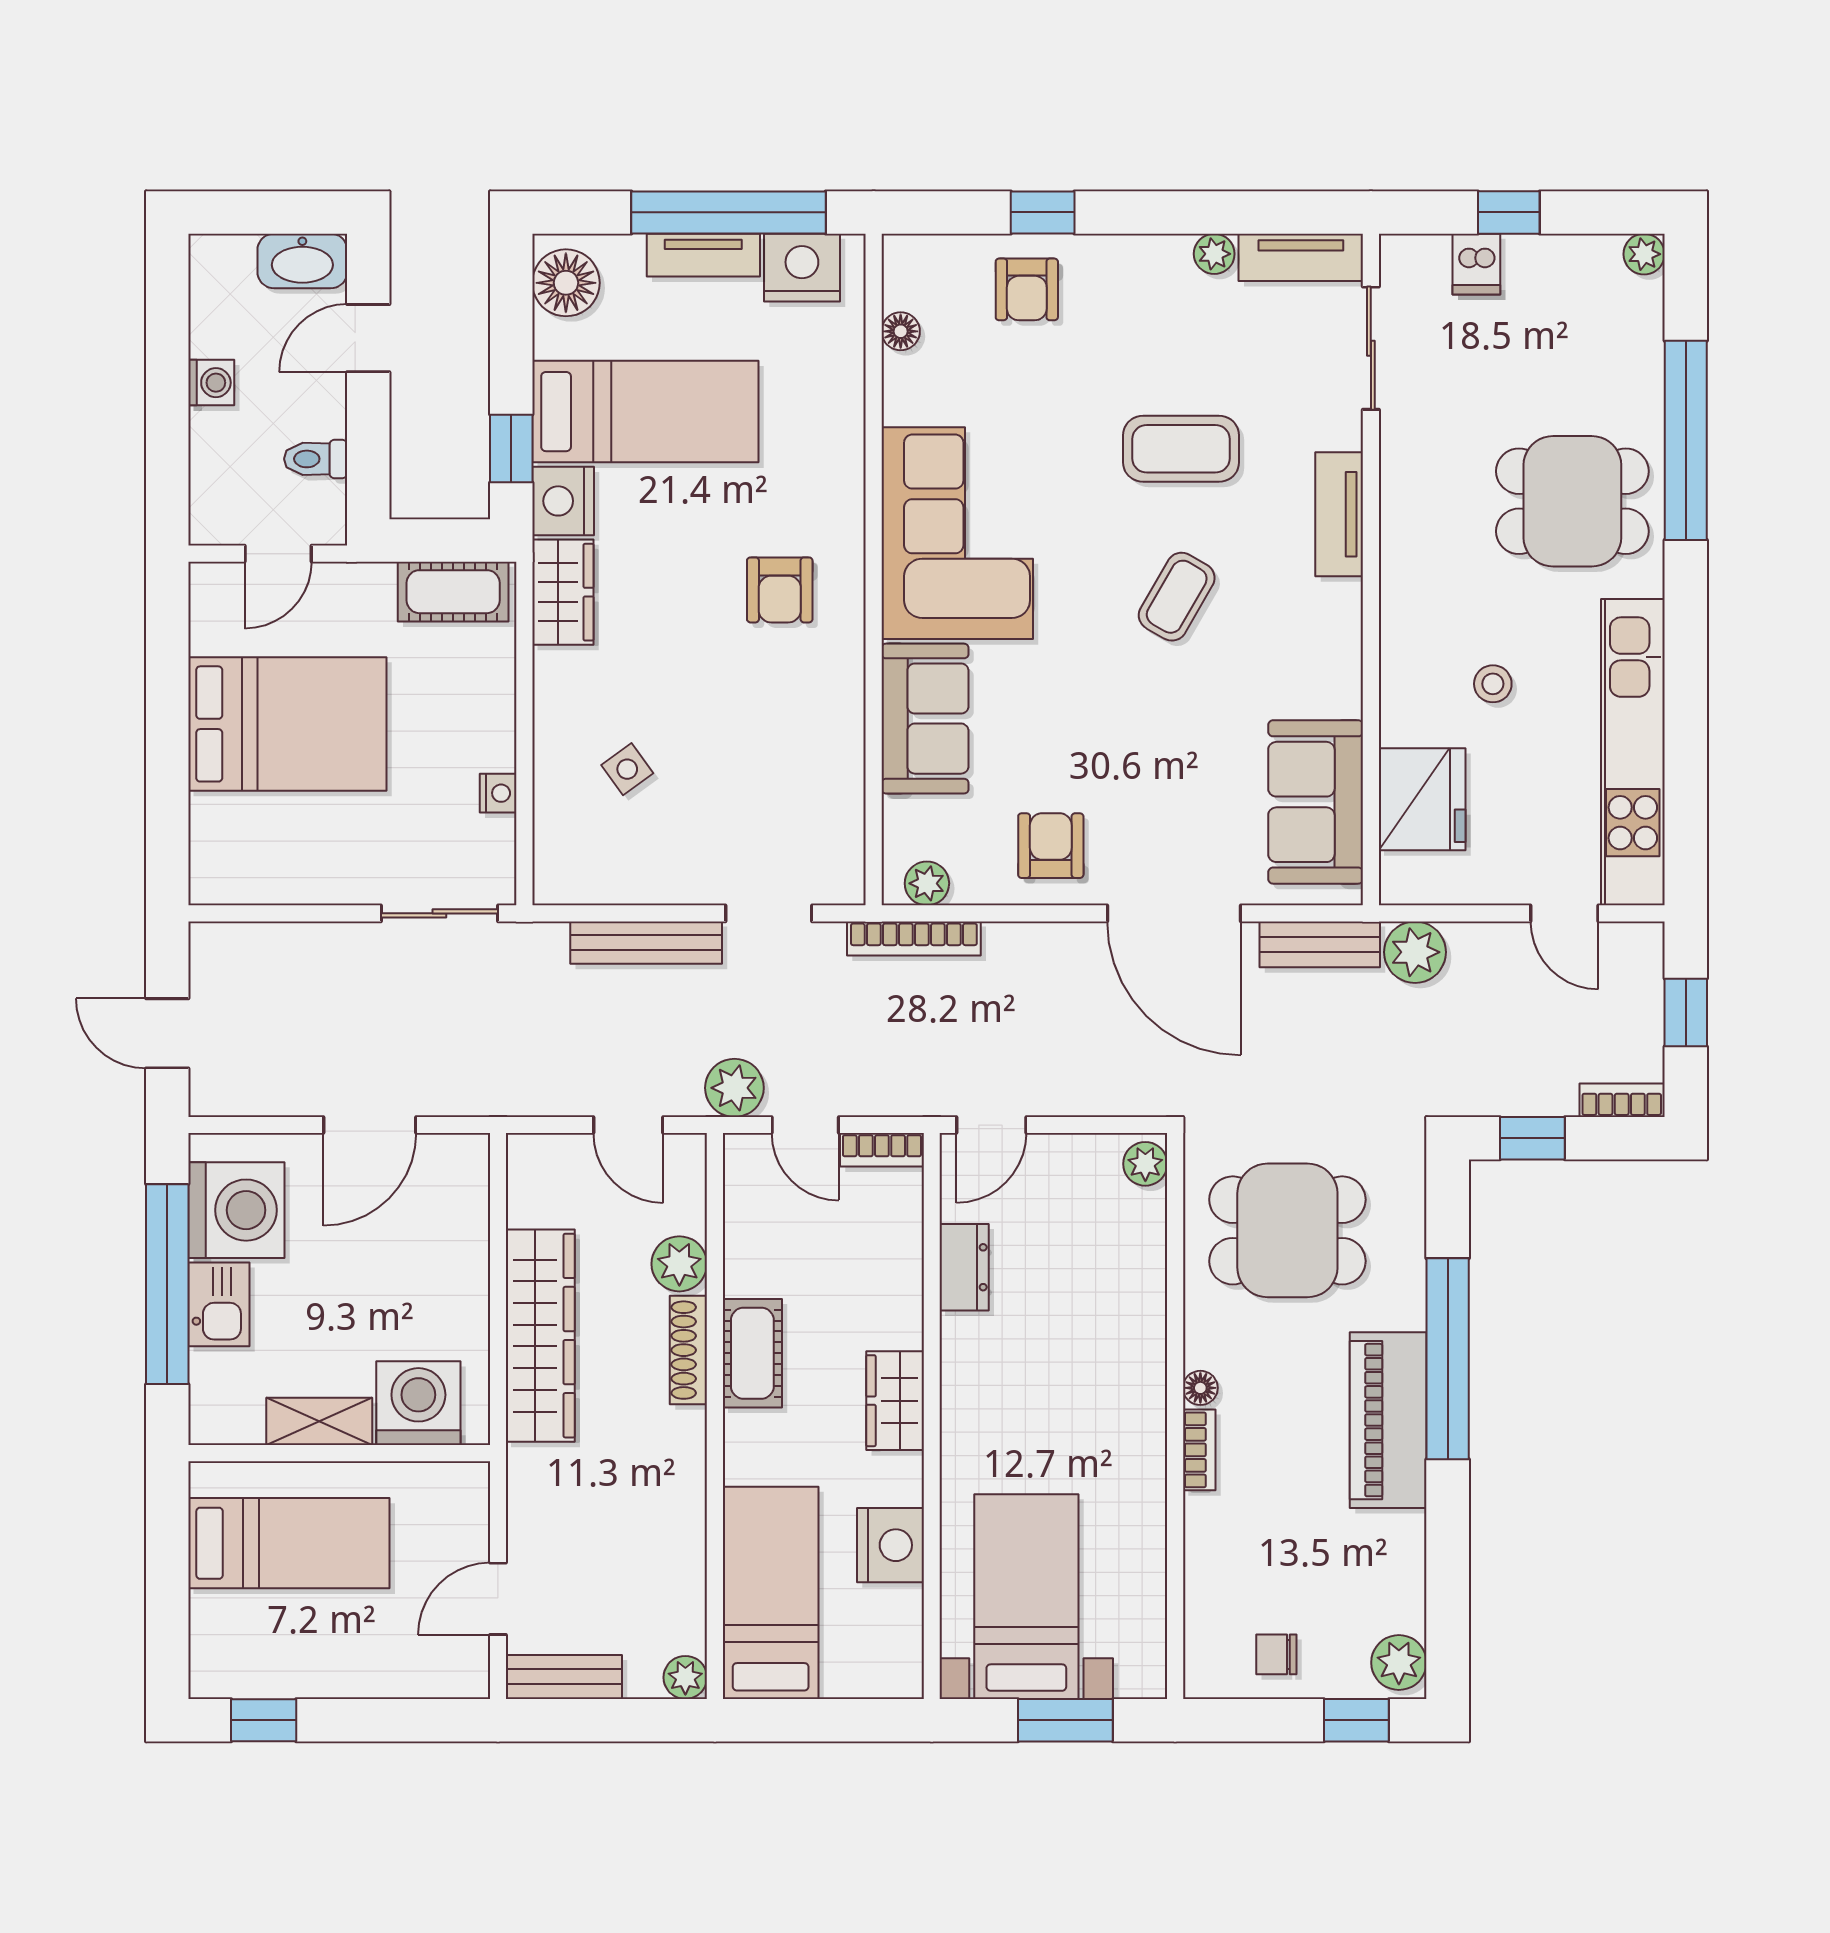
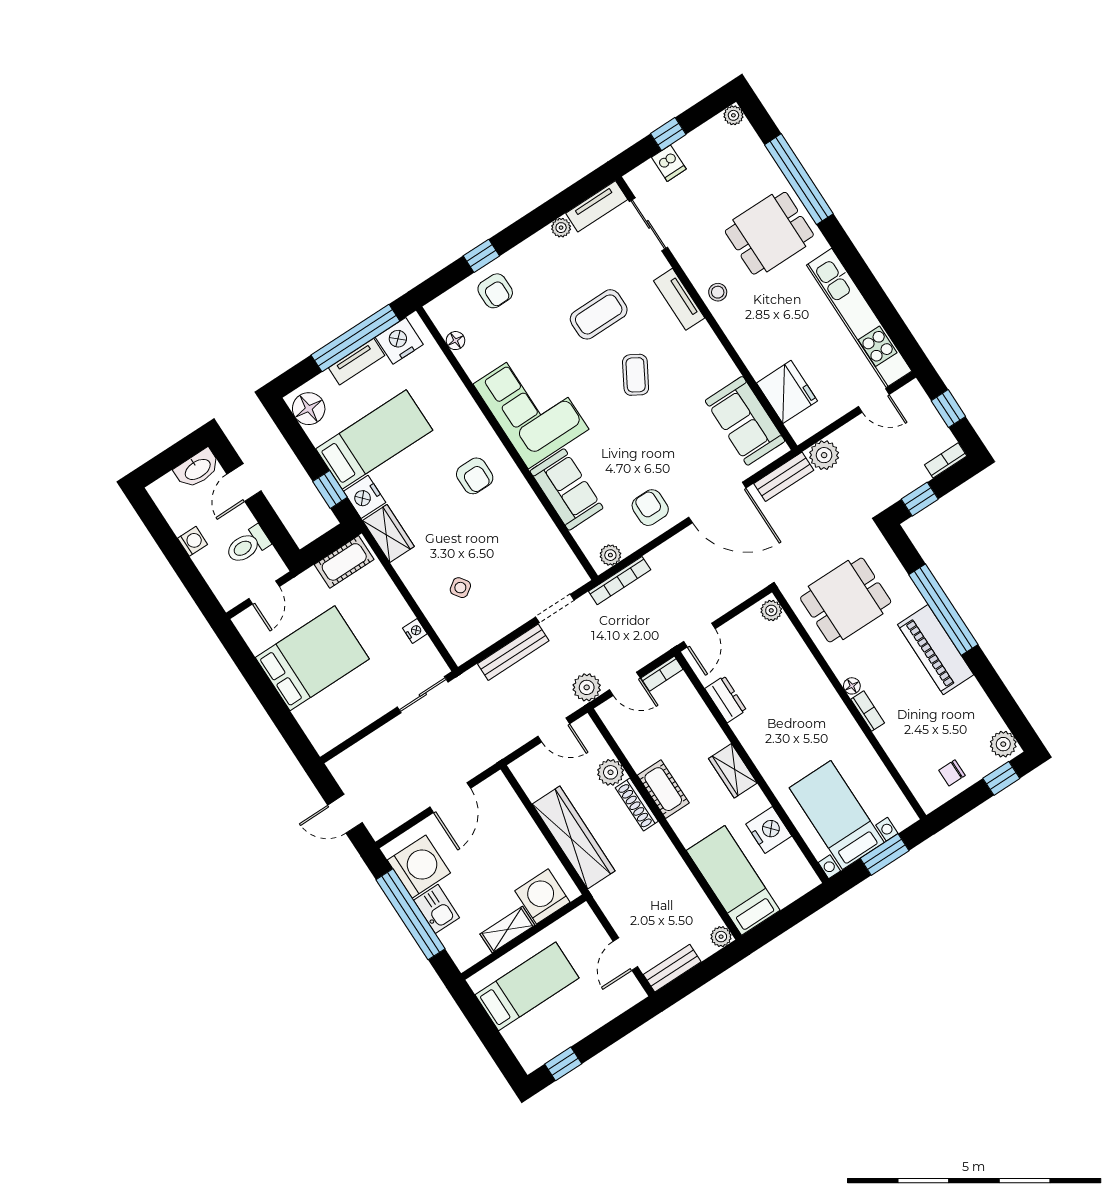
toilet: (316, 459) -> (248, 545), width x1.37, depth x1.39
stool: (1493, 684) -> (718, 292), moved

